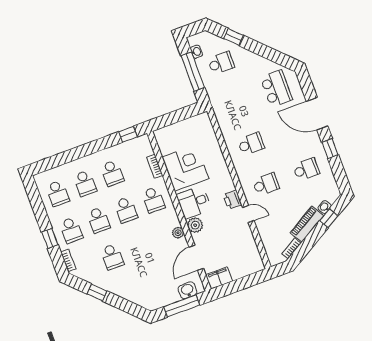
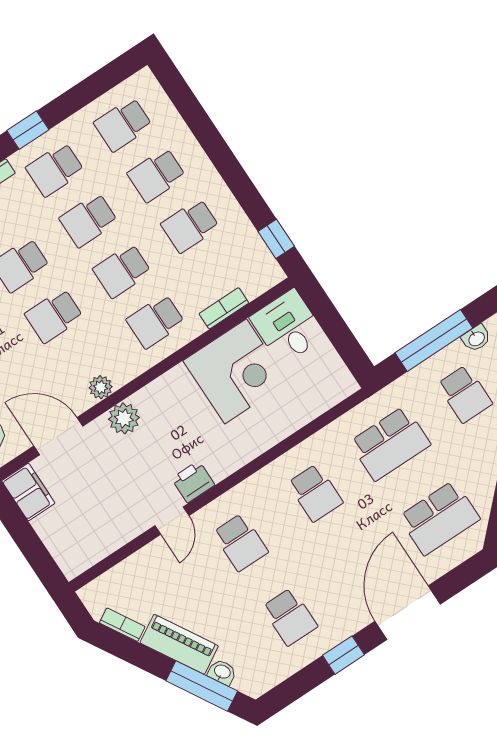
school desk: (236, 103) -> (390, 443), added
desk: (194, 202) -> (288, 327), moved
window: (329, 218) -> (202, 686), width x2.17
school desk: (139, 247) -> (54, 316), added

